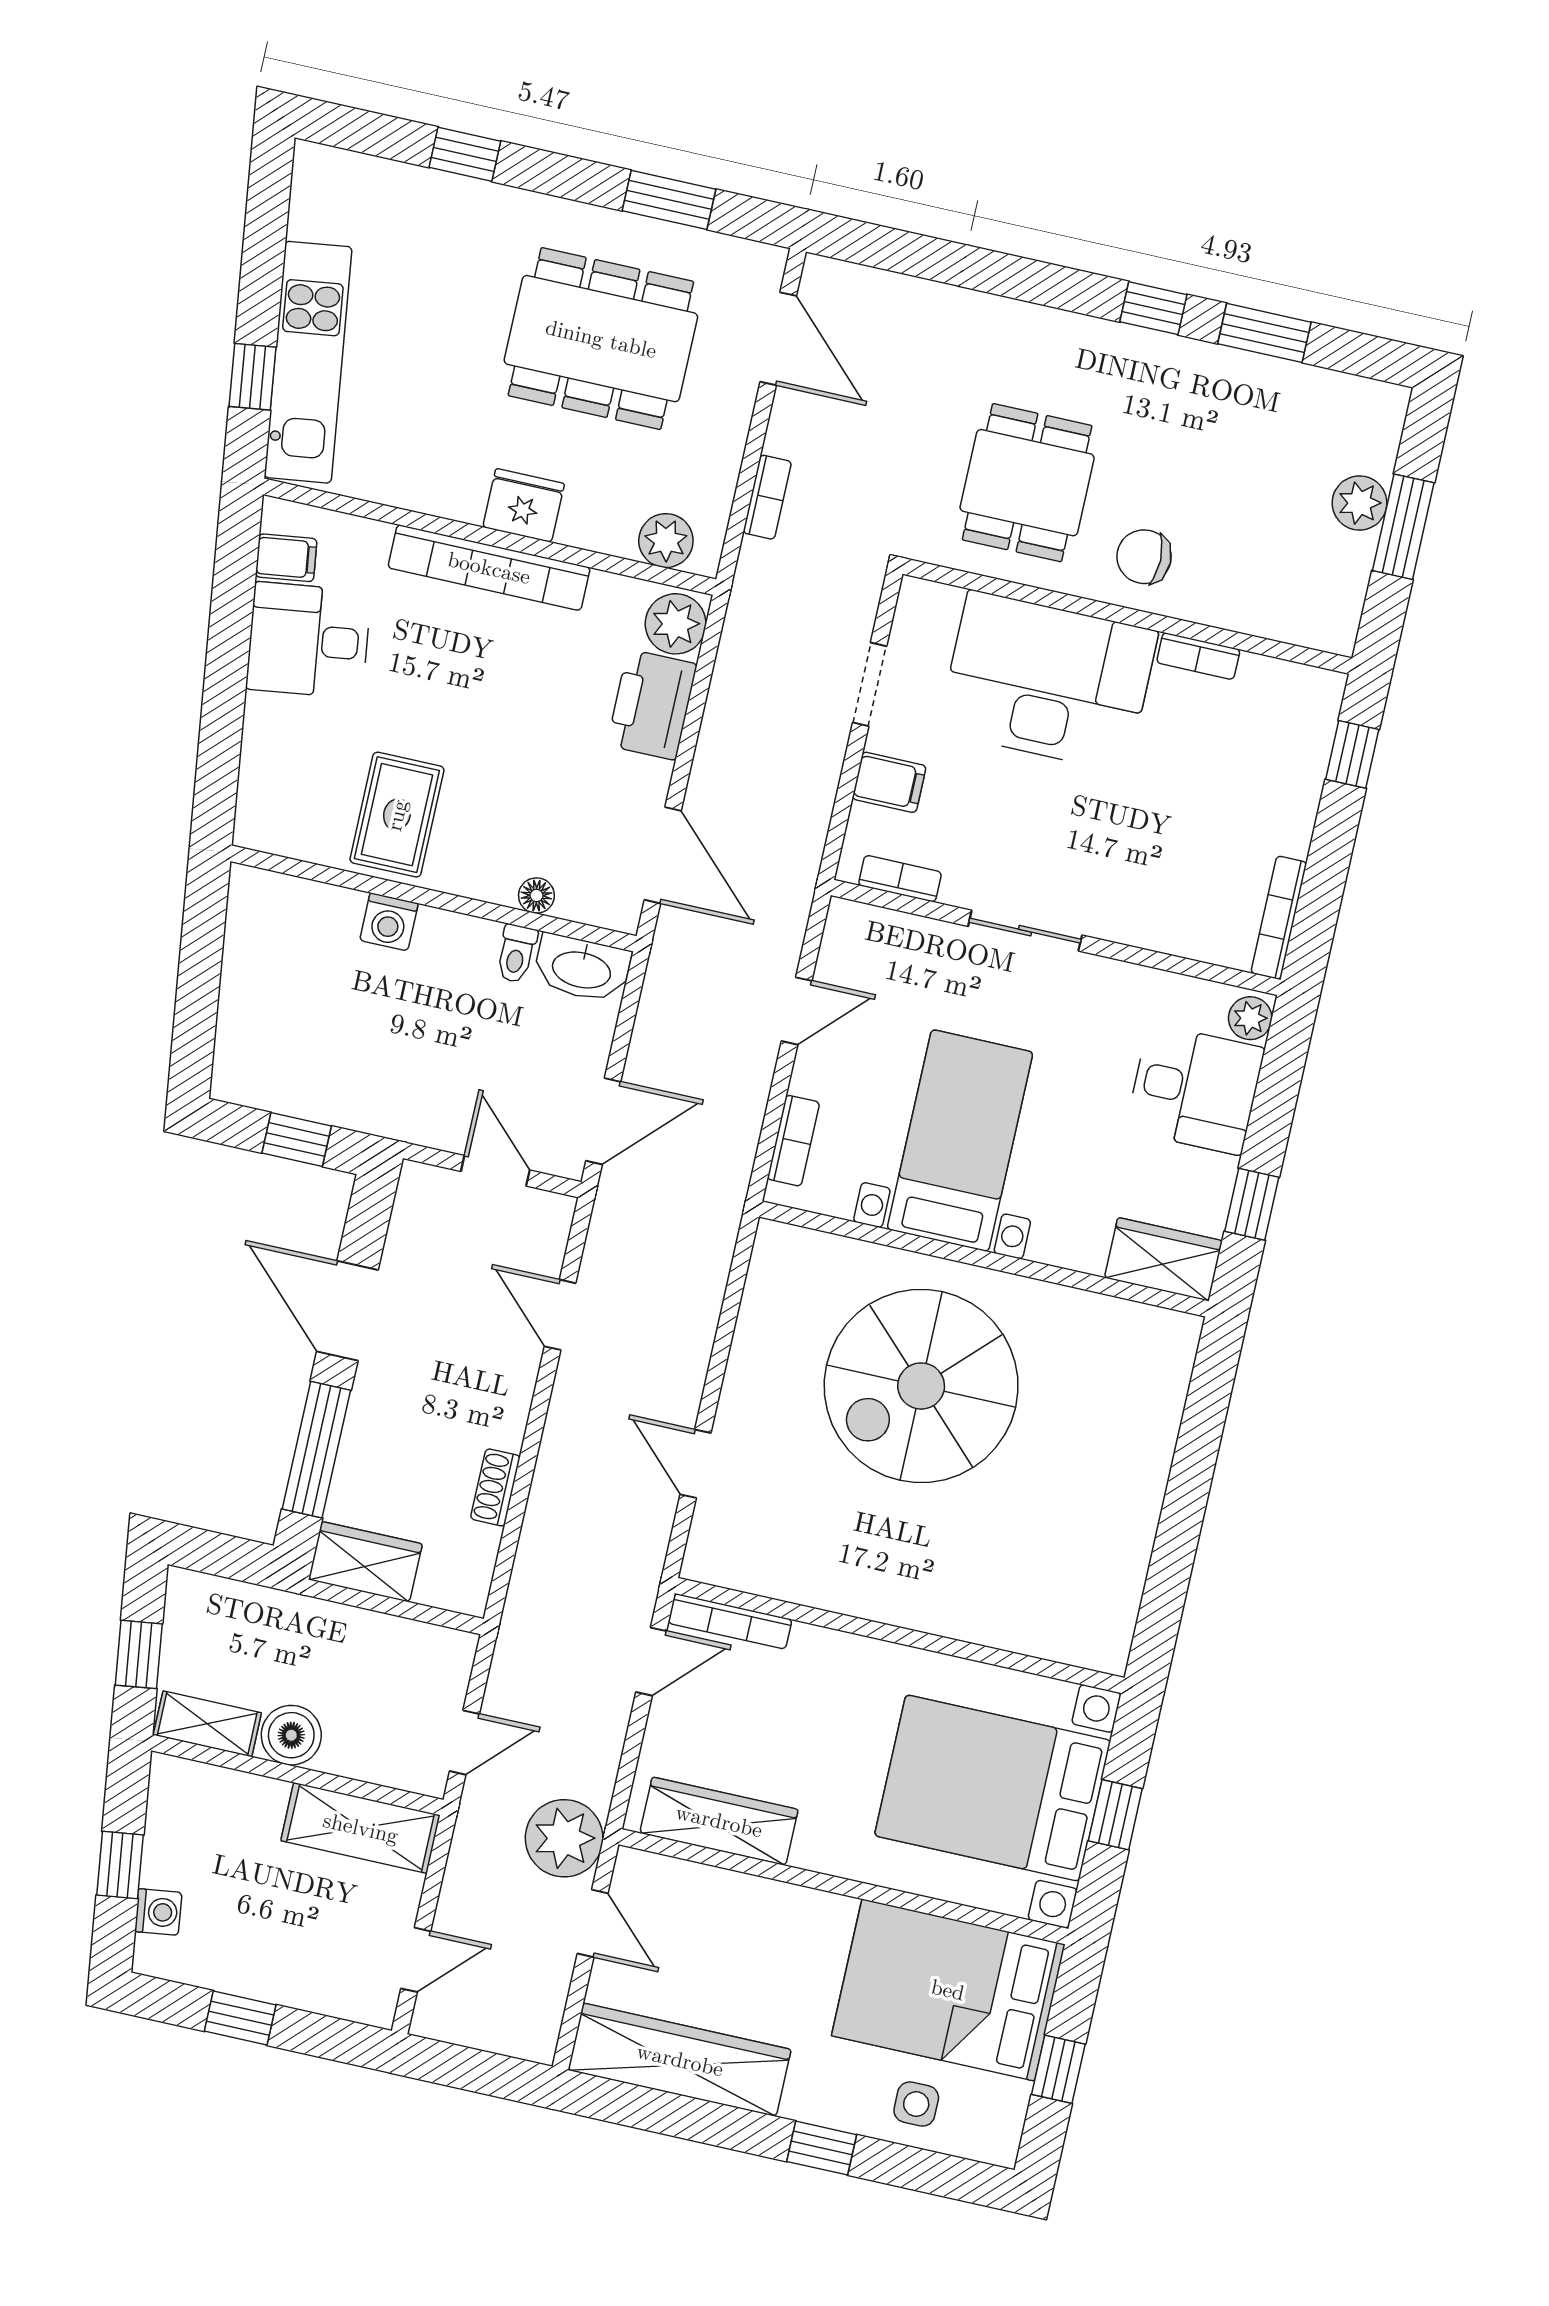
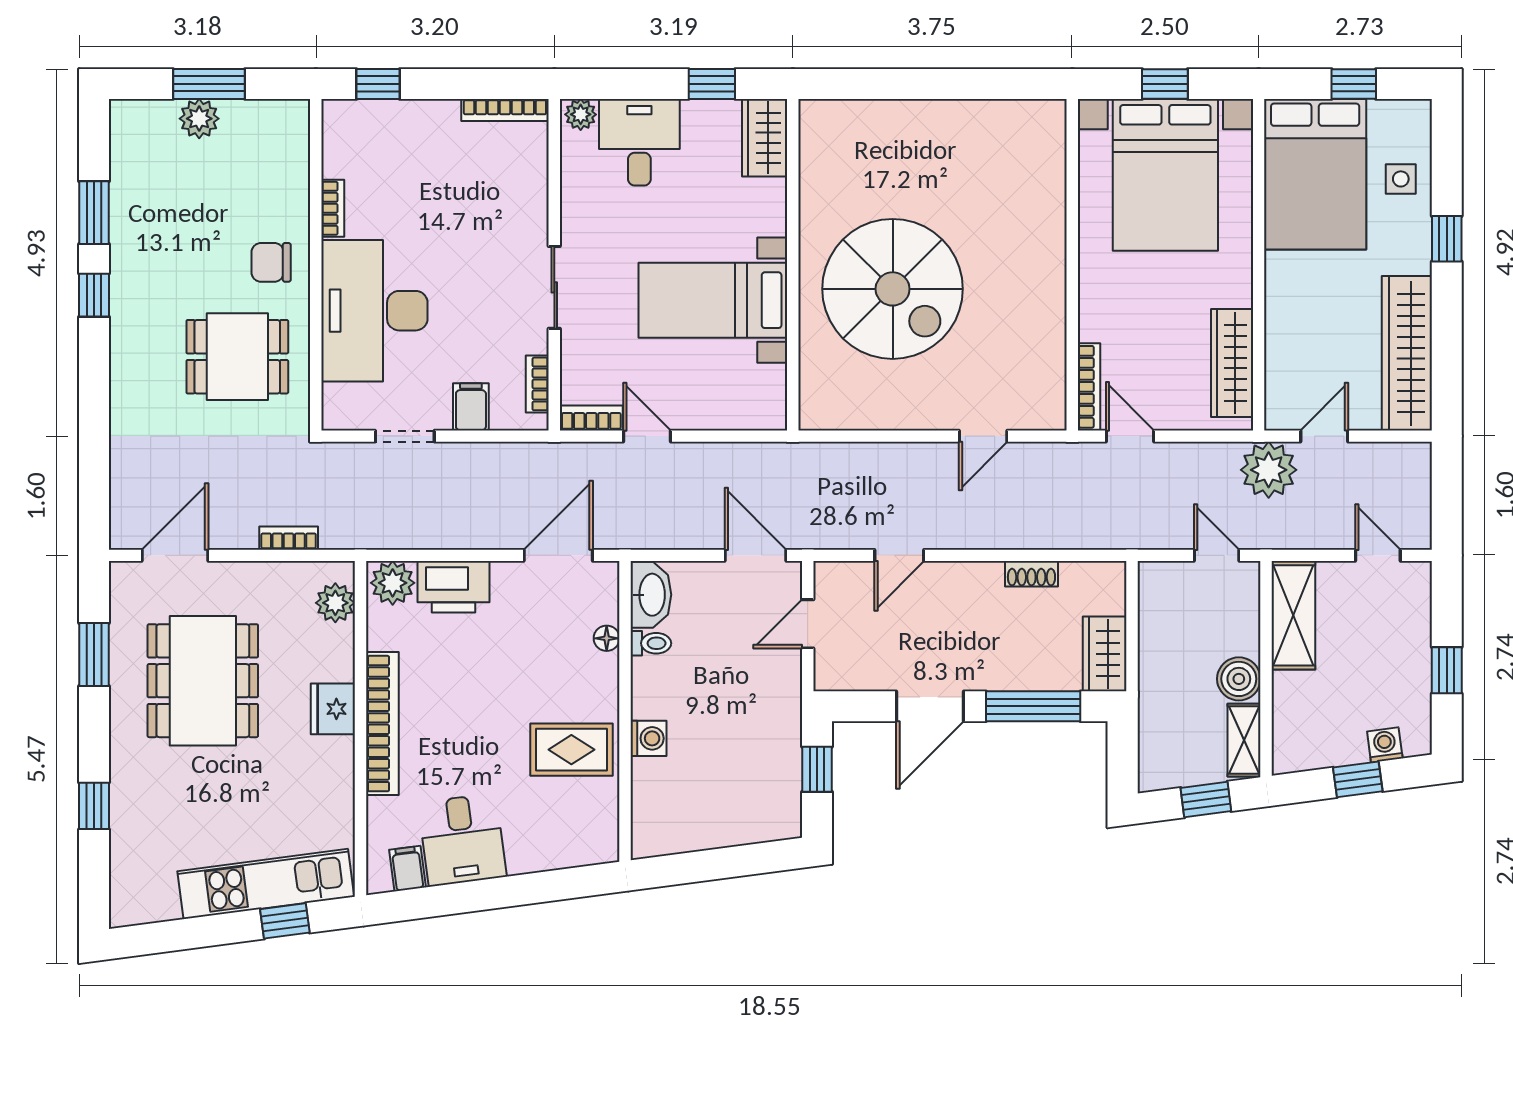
chair: (1144, 557) -> (271, 262), turned 90
bookcase: (793, 1141) -> (591, 418), moved

